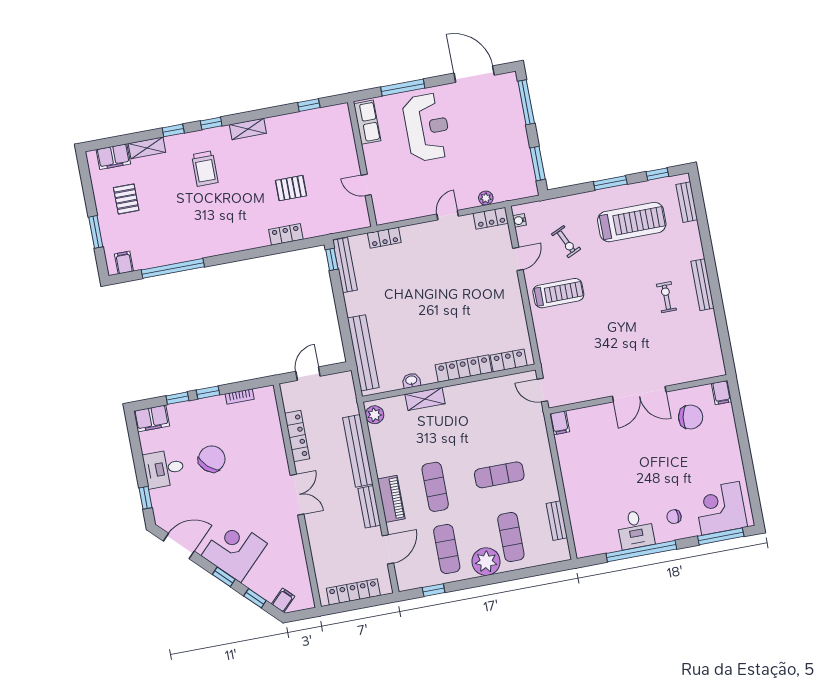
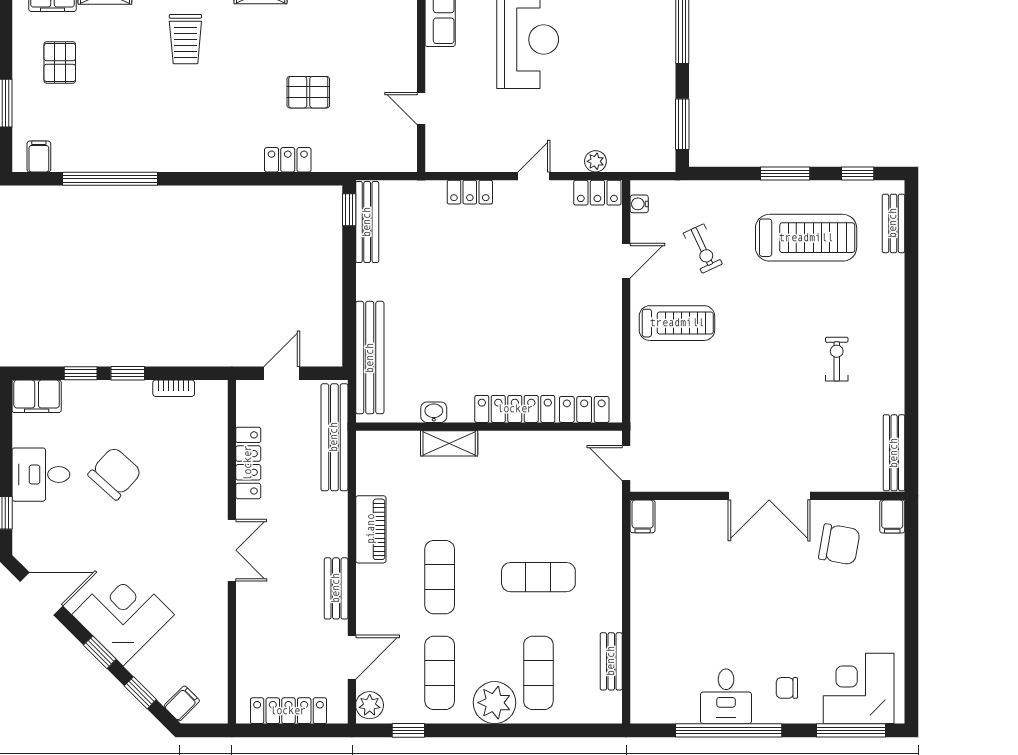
locker: (384, 238) -> (470, 192), moved
bench: (703, 285) -> (894, 453), moved
plant: (375, 415) -> (370, 705), moved
bench: (358, 451) -> (334, 437), moved
piano: (391, 499) -> (371, 529), moved

